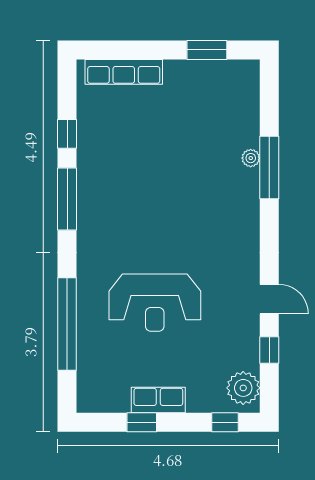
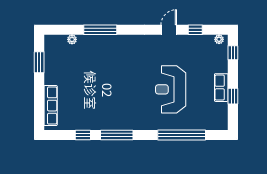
plant: (251, 158) -> (72, 39), moved
reception desk: (155, 303) -> (171, 89), turned 180
plant: (243, 388) -> (219, 39), width x0.53, depth x0.53

